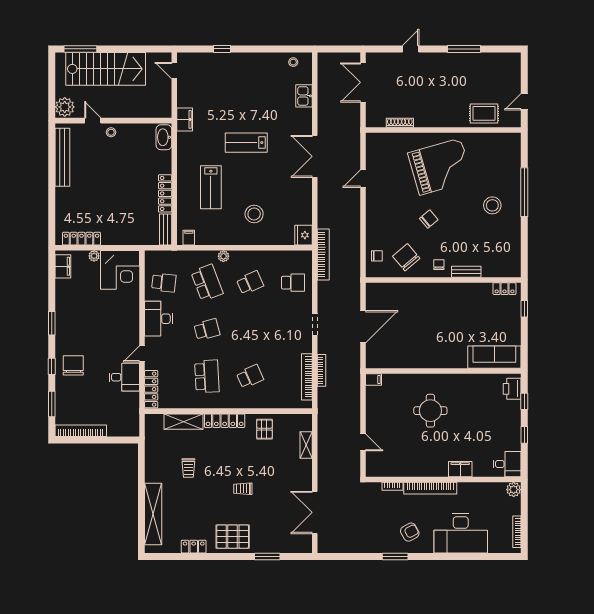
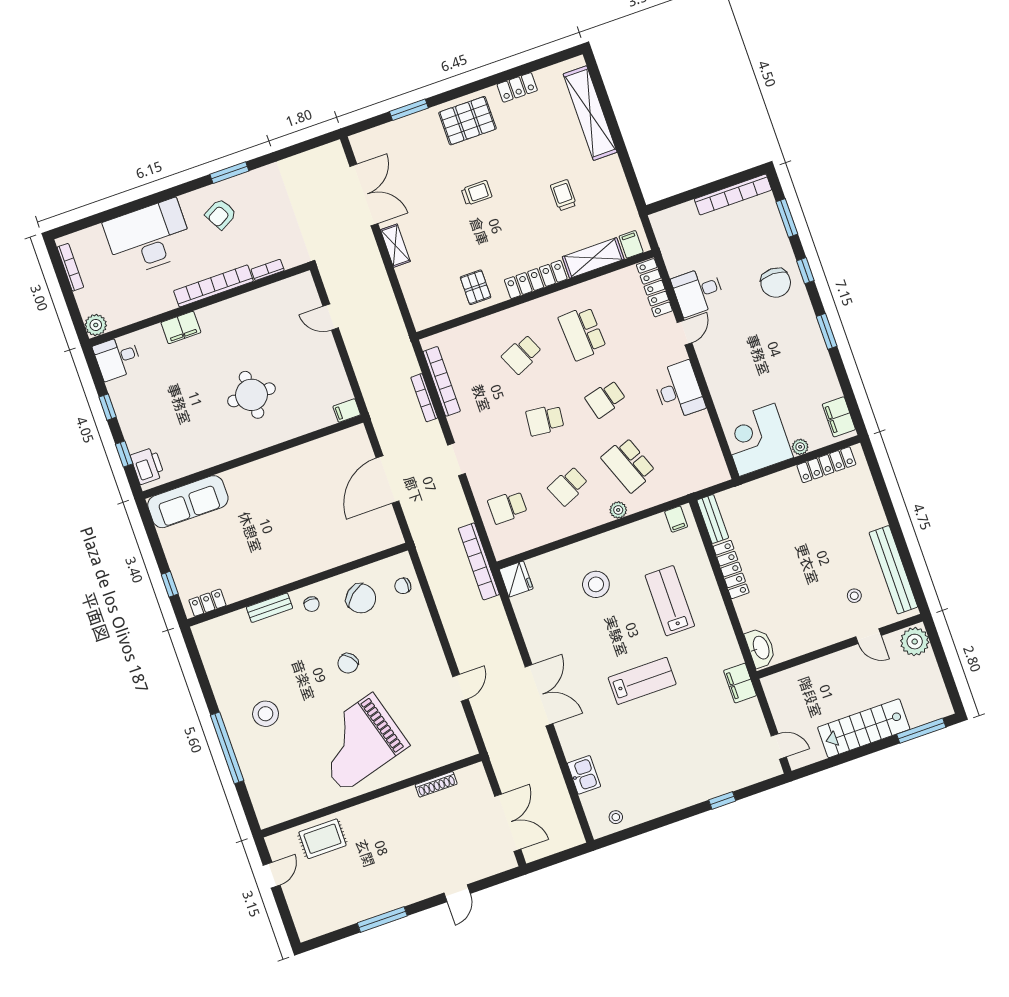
stairs: (106, 69) -> (864, 728), width x0.73, depth x0.66
stool: (111, 132) -> (854, 596), moved
school desk: (164, 283) -> (545, 420), moved
filing cabinet: (156, 422) -> (631, 244), added
shelving: (306, 445) -> (395, 246), moved

